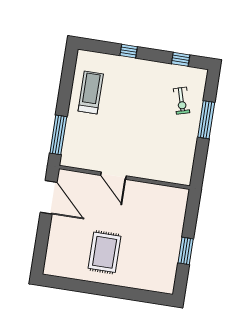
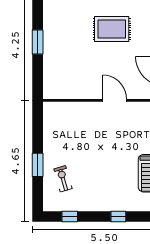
window: (206, 120) -> (38, 165), width x0.69
rug: (105, 252) -> (112, 29), turned 90

